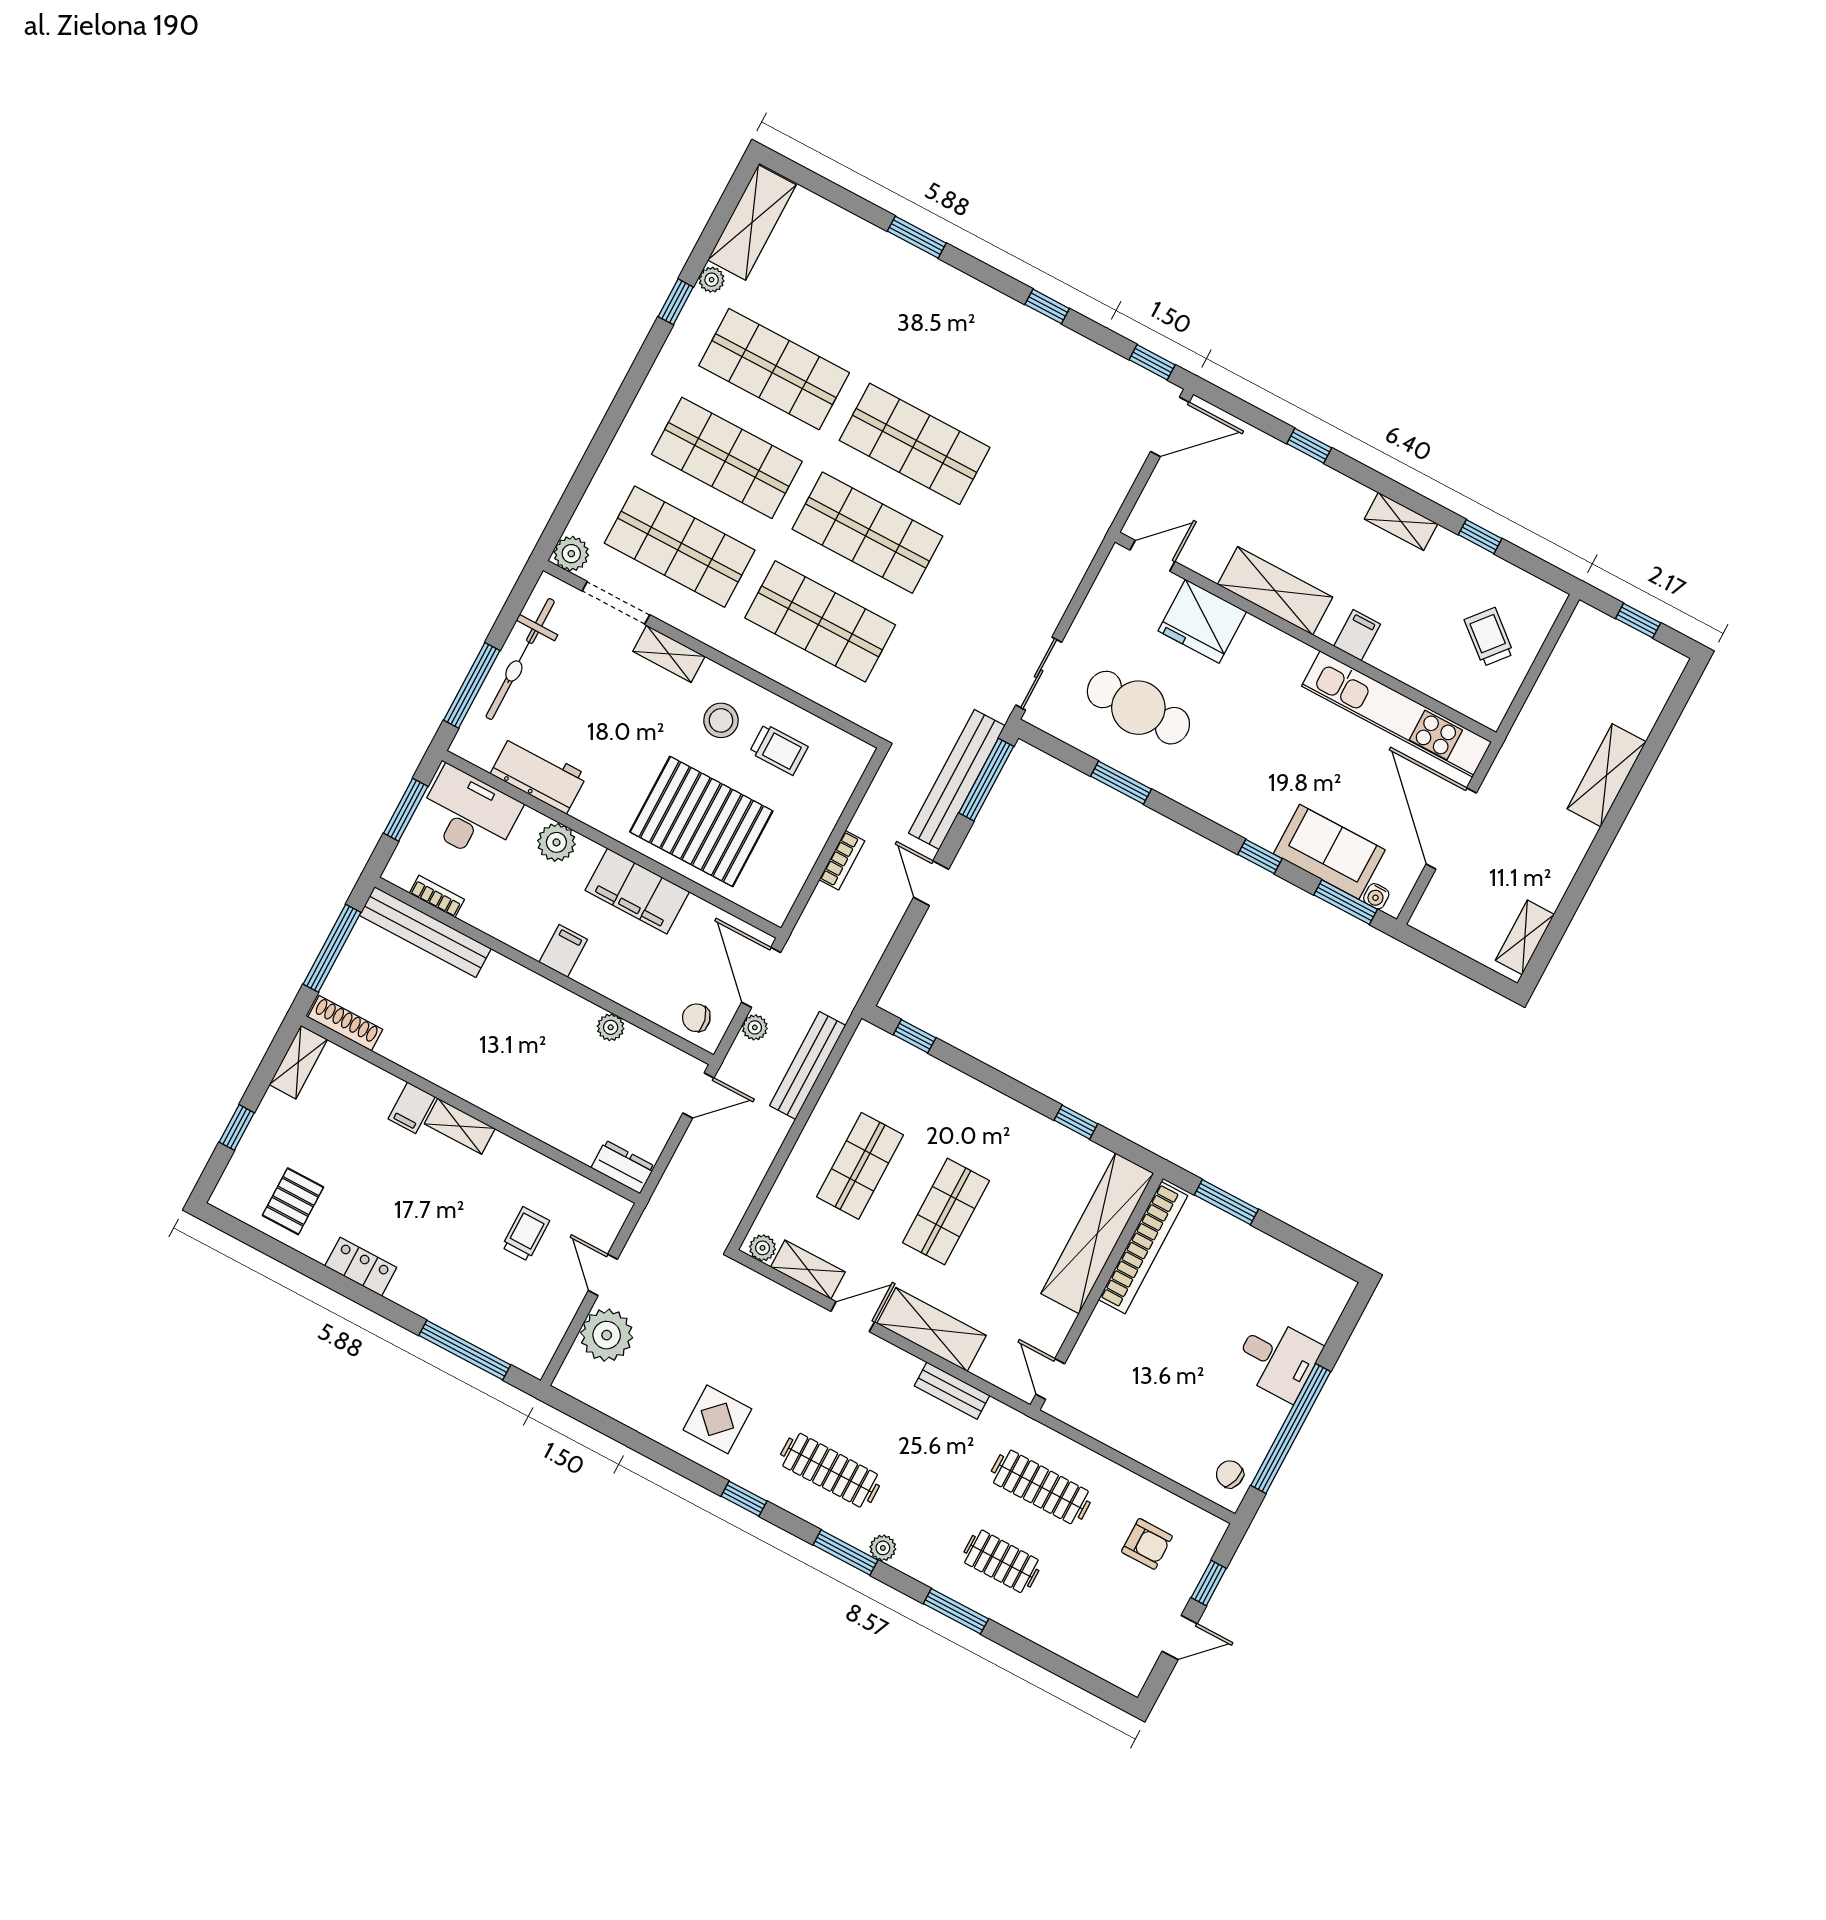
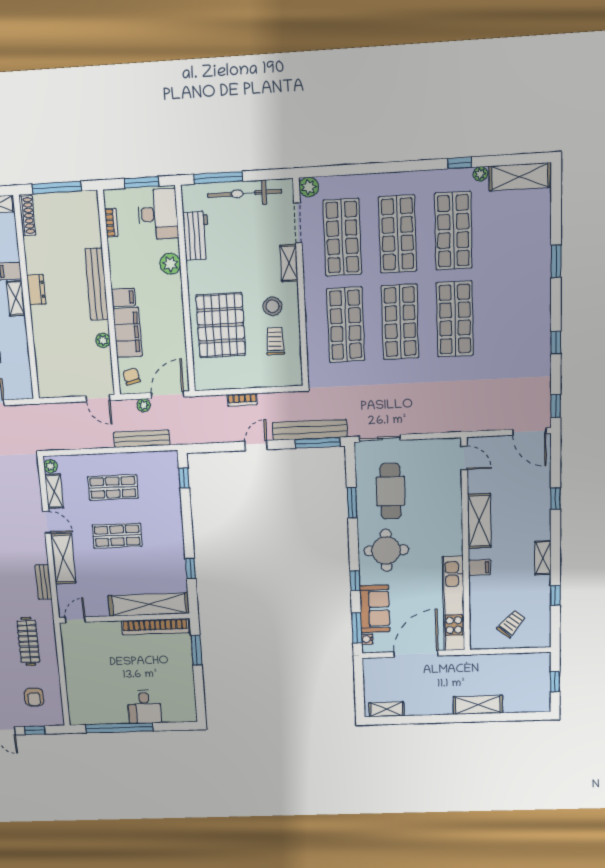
fridge: (1202, 621) -> (447, 497), removed
trolley: (779, 750) -> (275, 341), turned 180
round table: (1237, 773) -> (386, 550), added
filing cabinet: (637, 891) -> (127, 332), moved, turned 180
bench: (425, 932) -> (97, 284), moved
dresser: (623, 1167) -> (36, 290), moved
chair: (1230, 1474) -> (84, 714), removed

